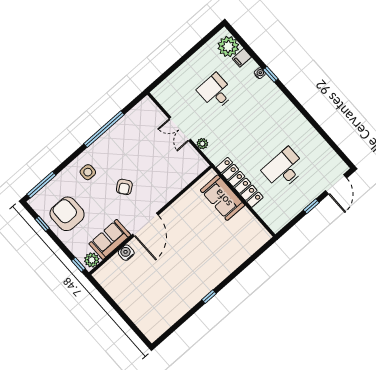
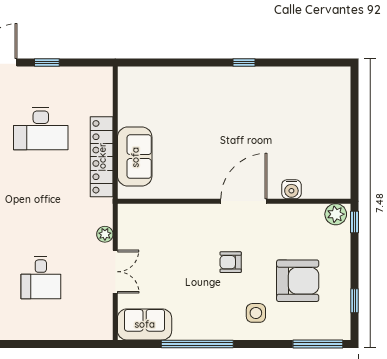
armchair: (124, 187) -> (231, 262), turned -142
armchair: (67, 214) -> (298, 281), moved, turned -90
sofa: (110, 239) -> (145, 324), moved, turned 180

